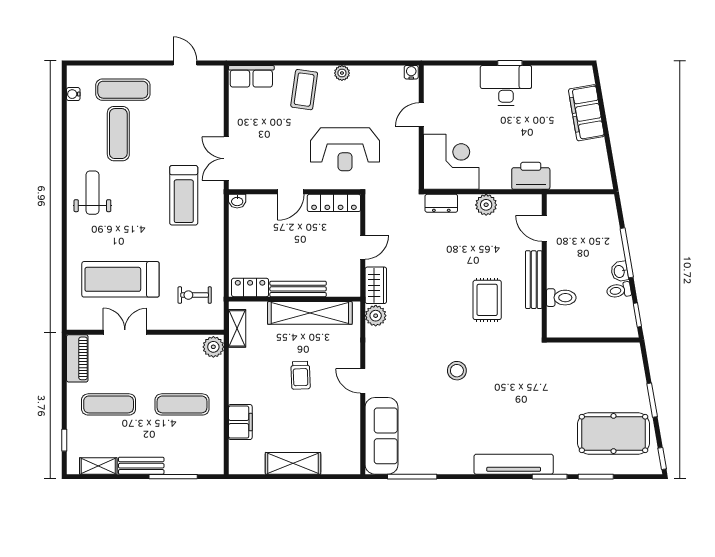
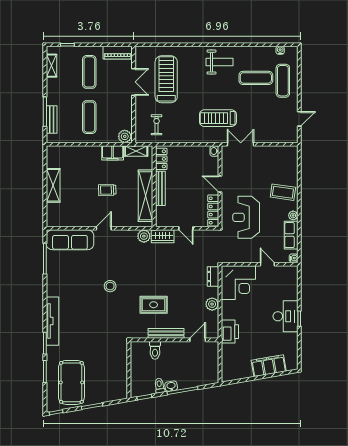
row of seats: (251, 76) -> (291, 235), moved
filing cabinet: (240, 422) -> (113, 153), moved
bench: (141, 466) -> (52, 120), moved

